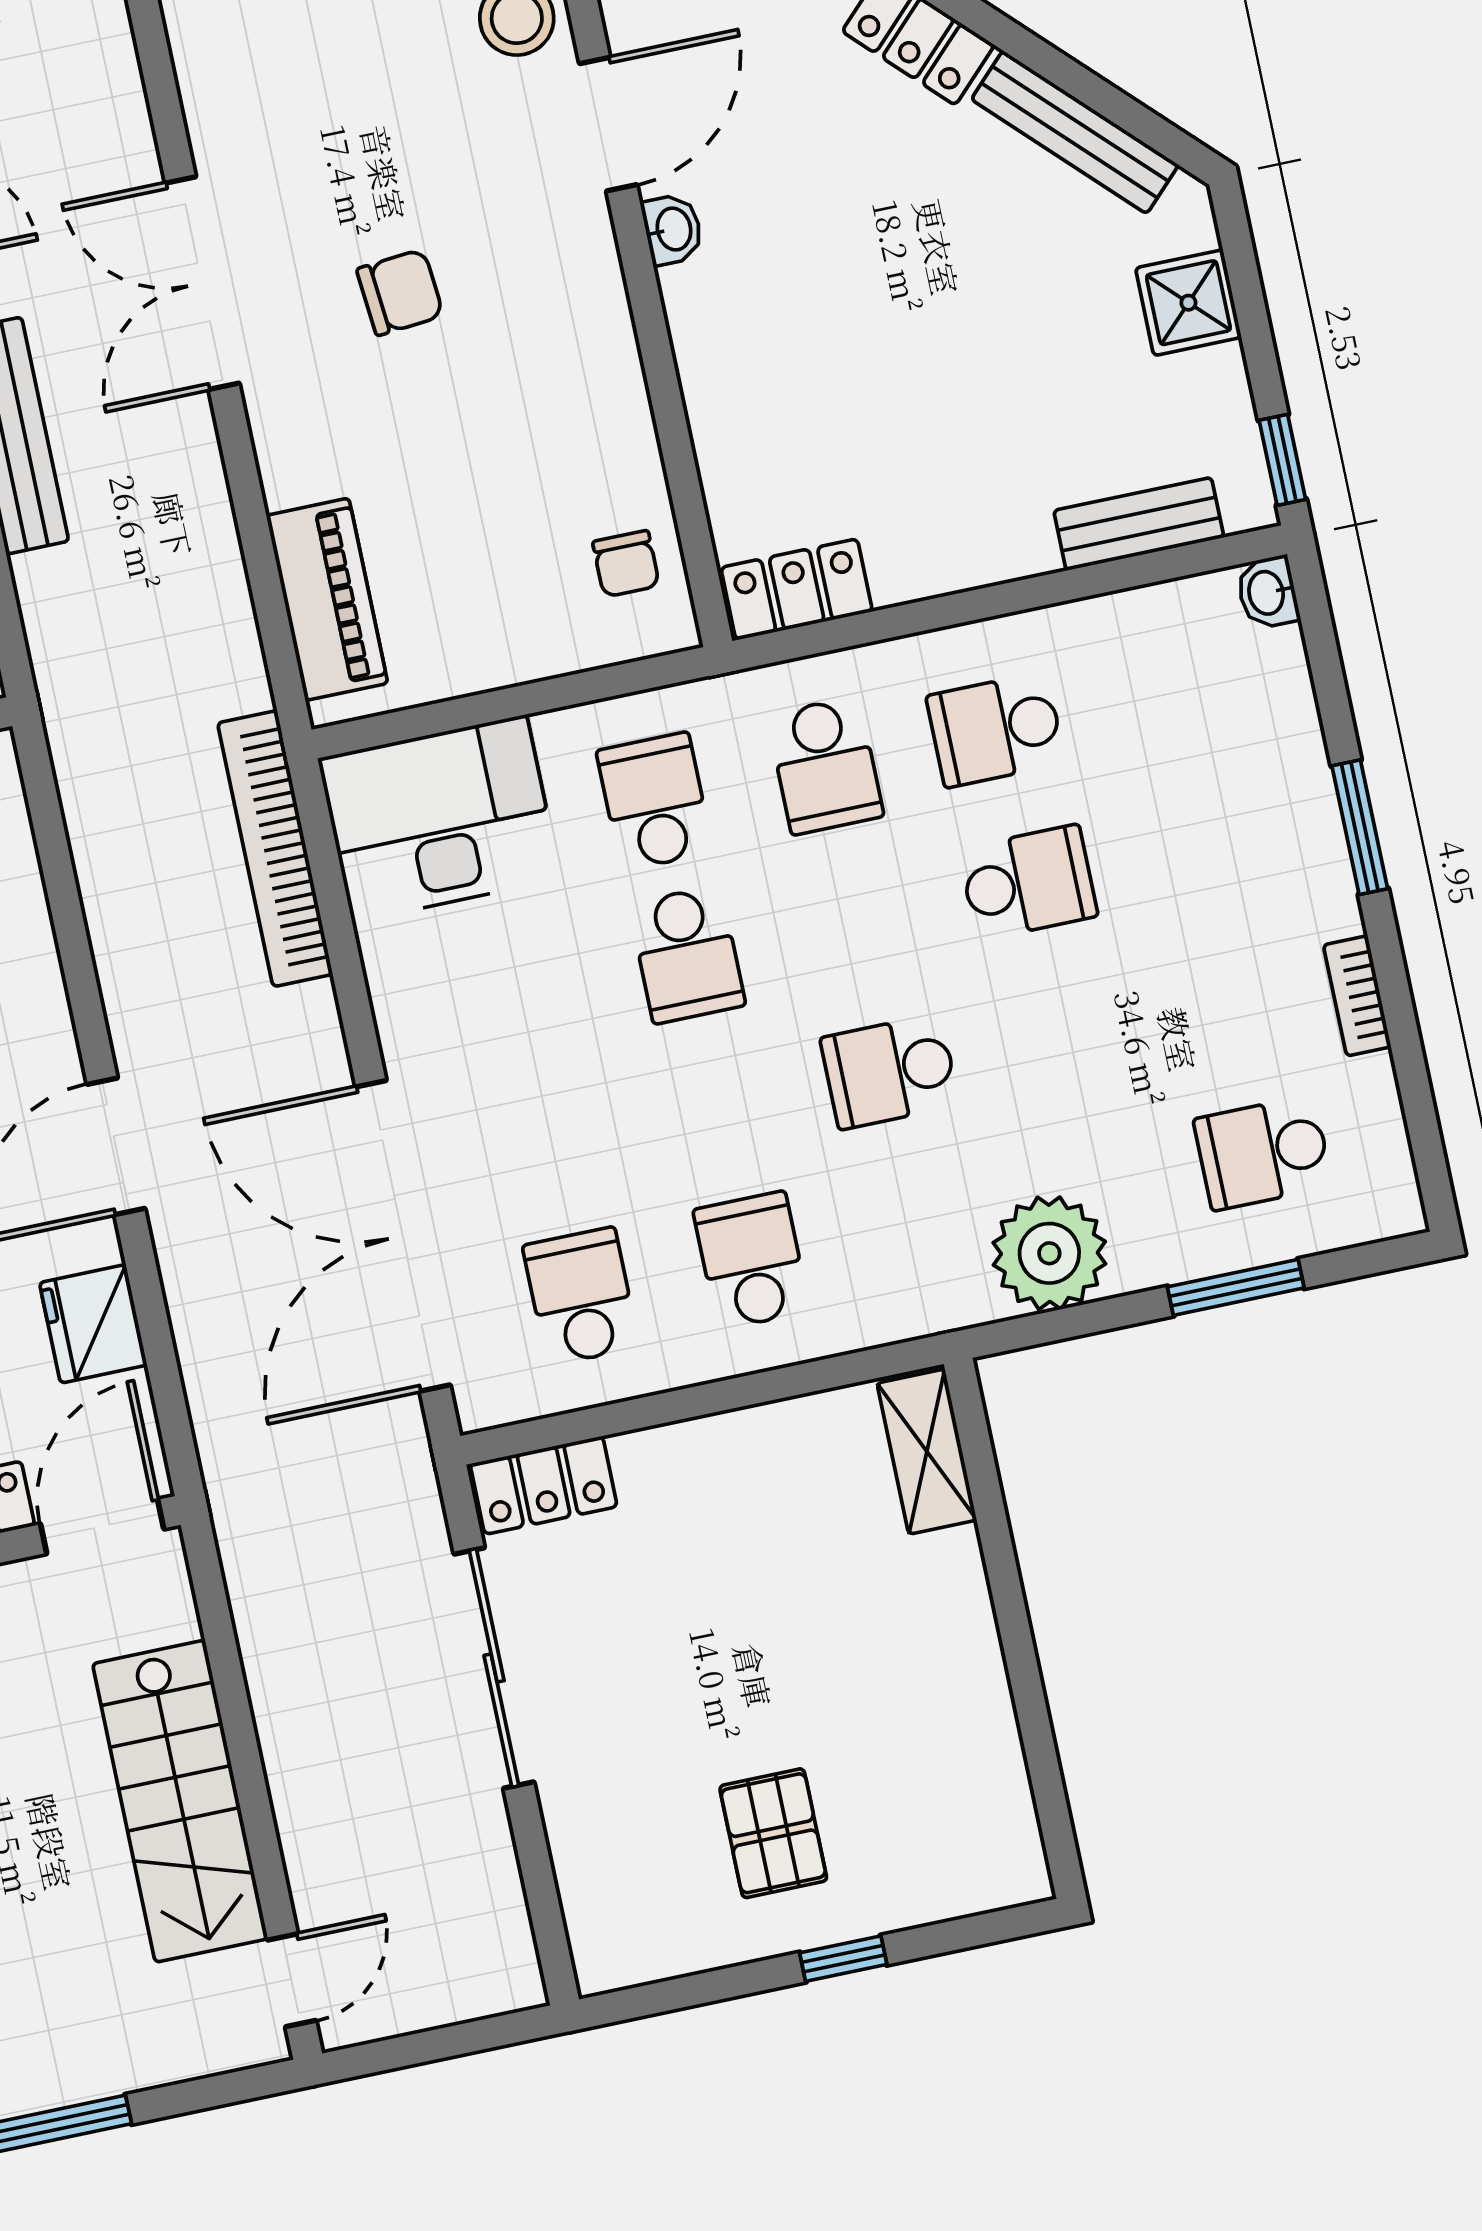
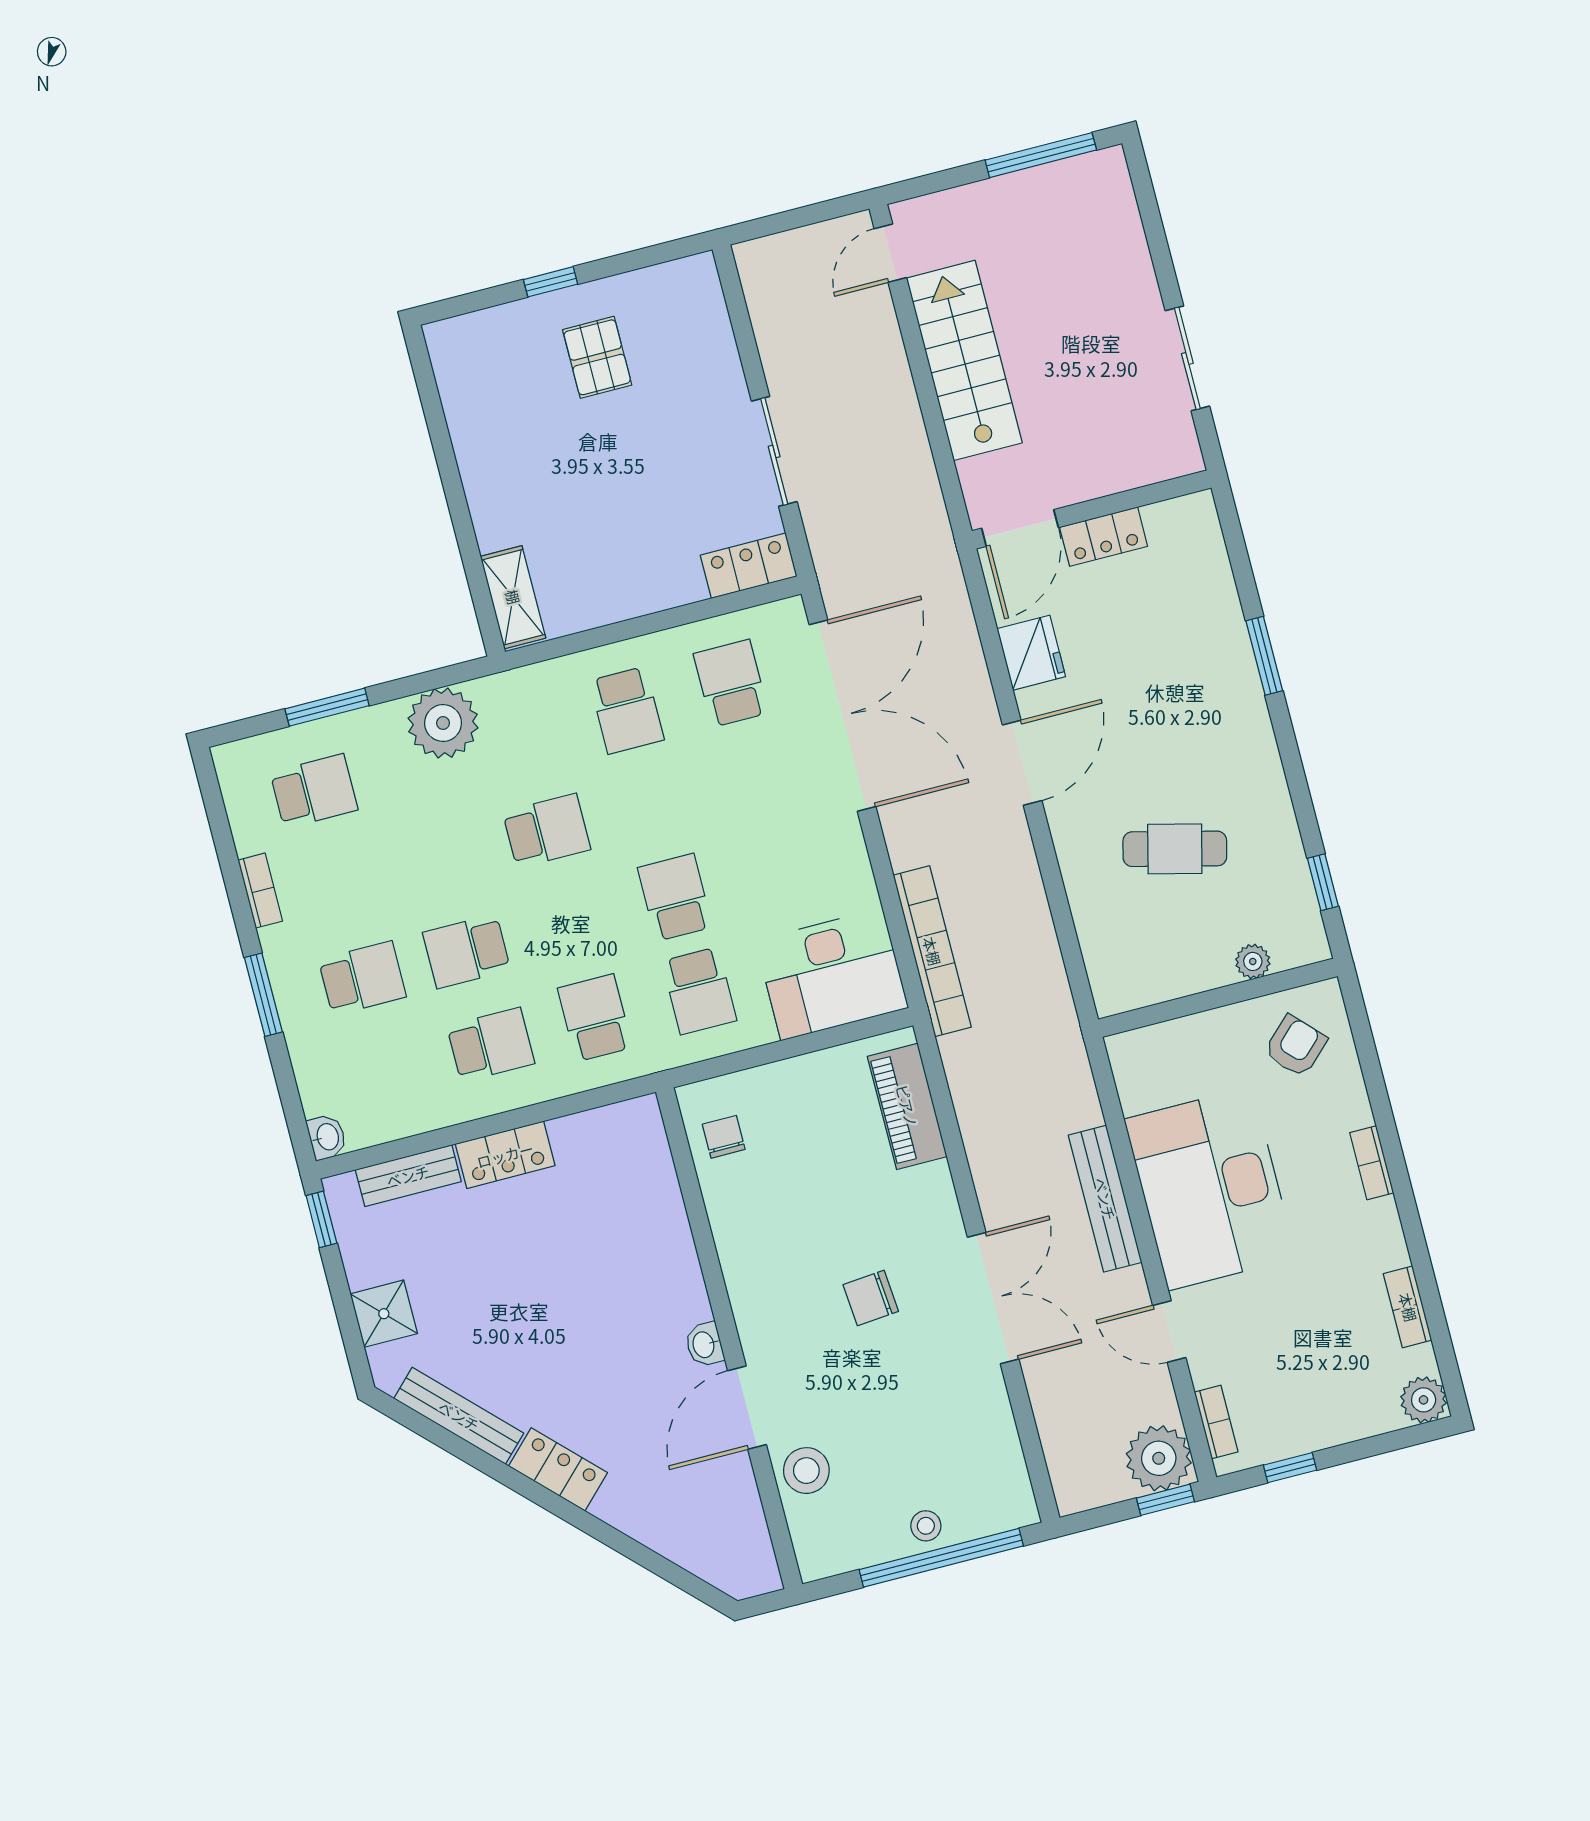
locker: (797, 589) -> (505, 1155), moved
school desk: (1199, 847) -> (362, 978), added
school desk: (581, 1296) -> (731, 683), turned 180
sliding door: (494, 1668) -> (774, 451), width x0.73

